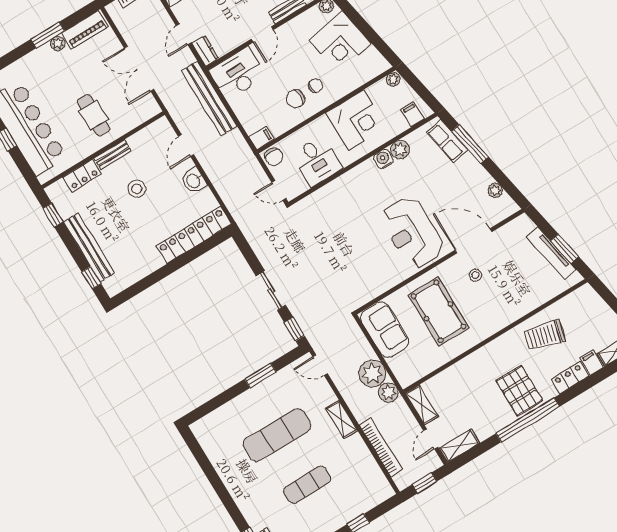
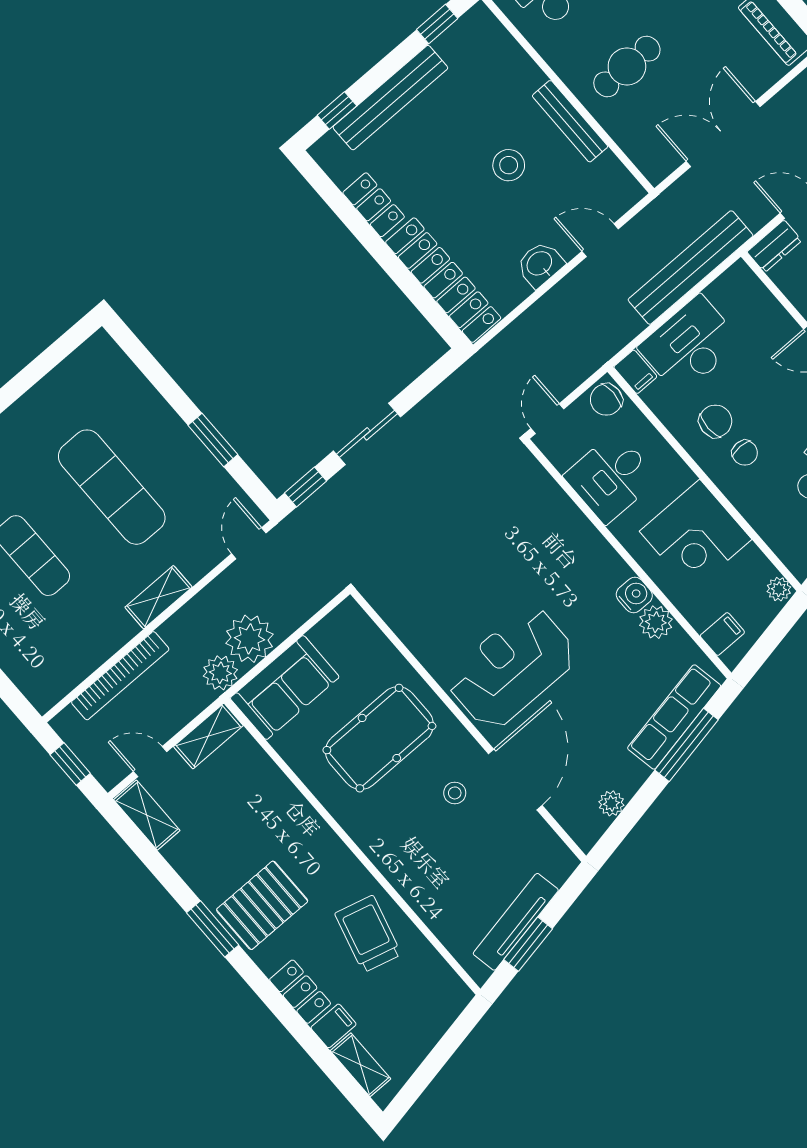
desk: (238, 74) -> (690, 345), moved, turned -90
chair: (296, 99) -> (715, 421), turned 90
row of seats: (447, 141) -> (674, 717), width x1.48
bench: (113, 155) -> (570, 121), width x1.36
locker: (82, 176) -> (374, 205), moved, turned 180
sofa: (385, 330) -> (285, 688), moved
window: (528, 420) -> (213, 929), width x0.47

